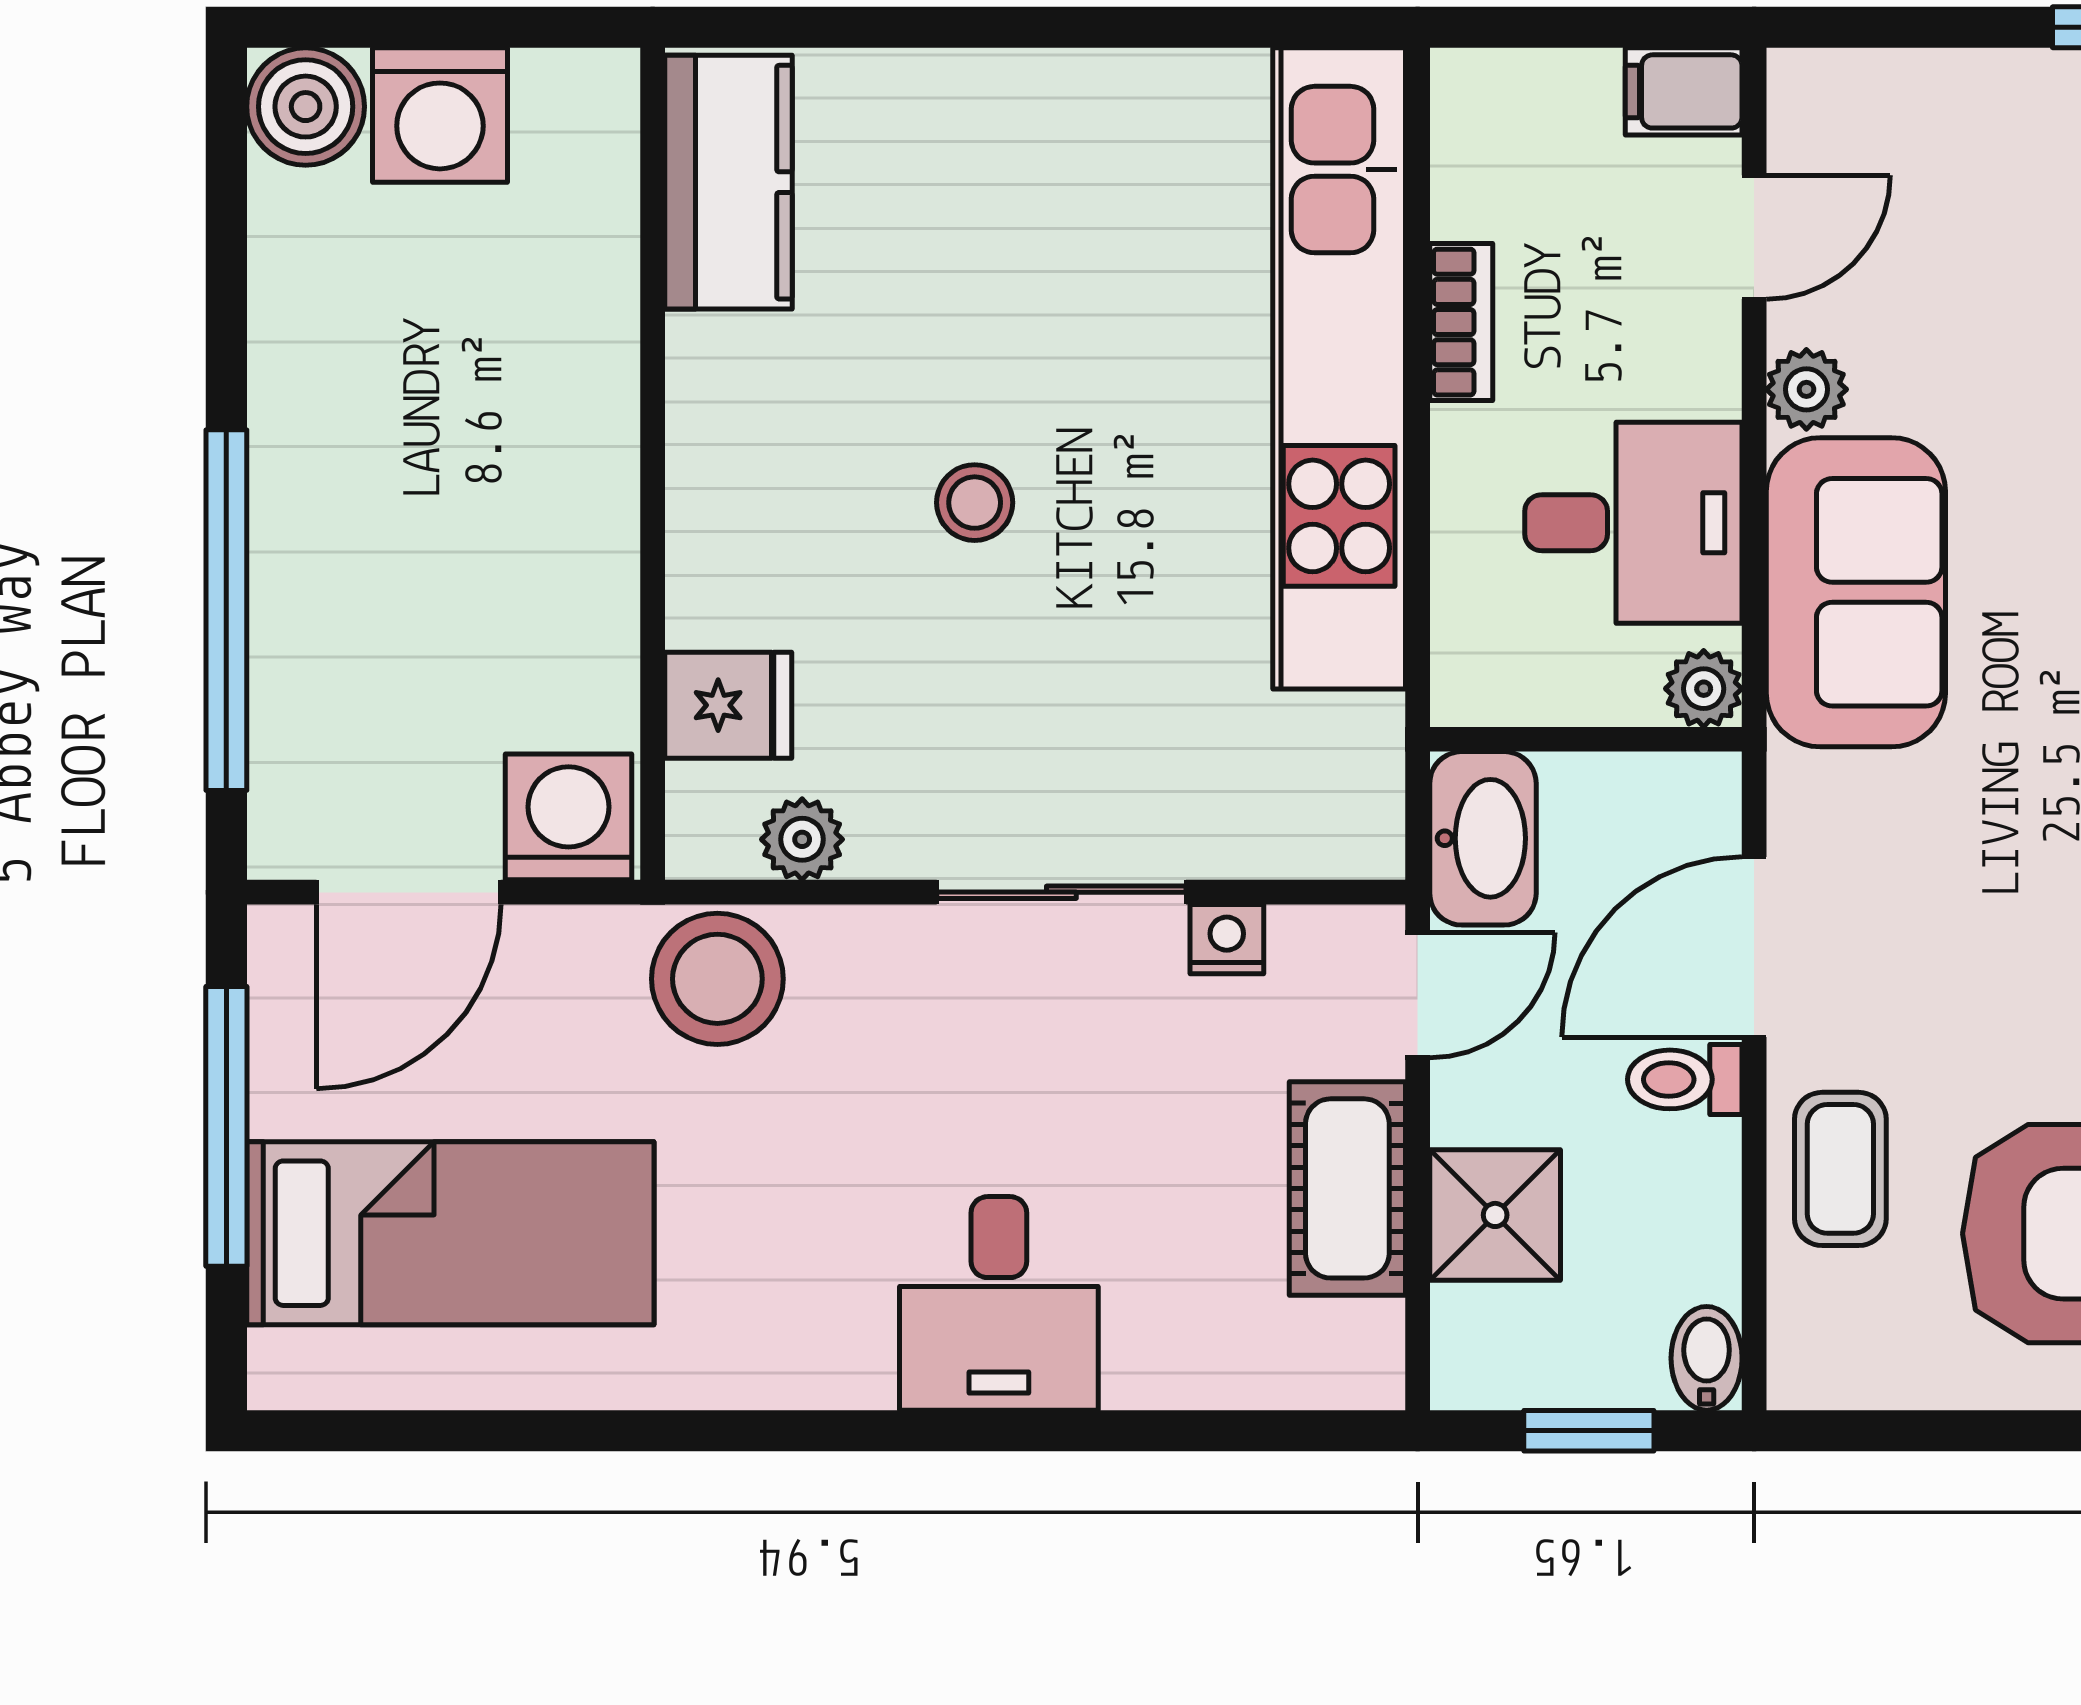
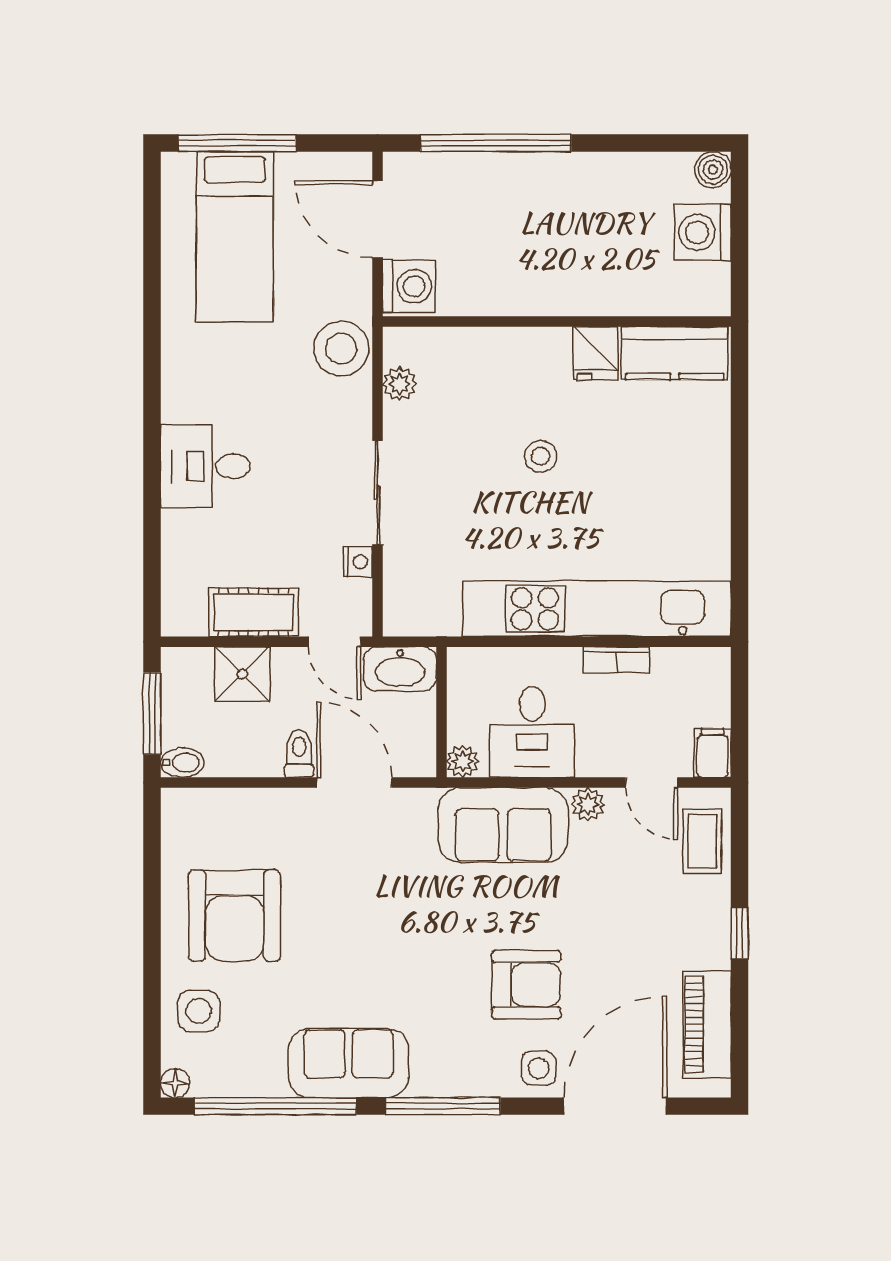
boiler: (306, 107) -> (713, 170), width x0.73, depth x0.73
fridge: (728, 705) -> (596, 353), moved
window: (226, 1126) -> (237, 143), moved
coffee table: (1840, 1169) -> (702, 841), moved, turned 90
window: (1589, 1431) -> (152, 713), width x1.50

